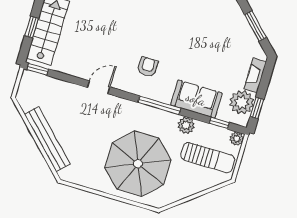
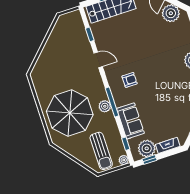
window: (38, 69) -> (90, 34), moved
plant: (186, 125) -> (105, 106), moved
bench: (47, 139) -> (48, 51), removed

